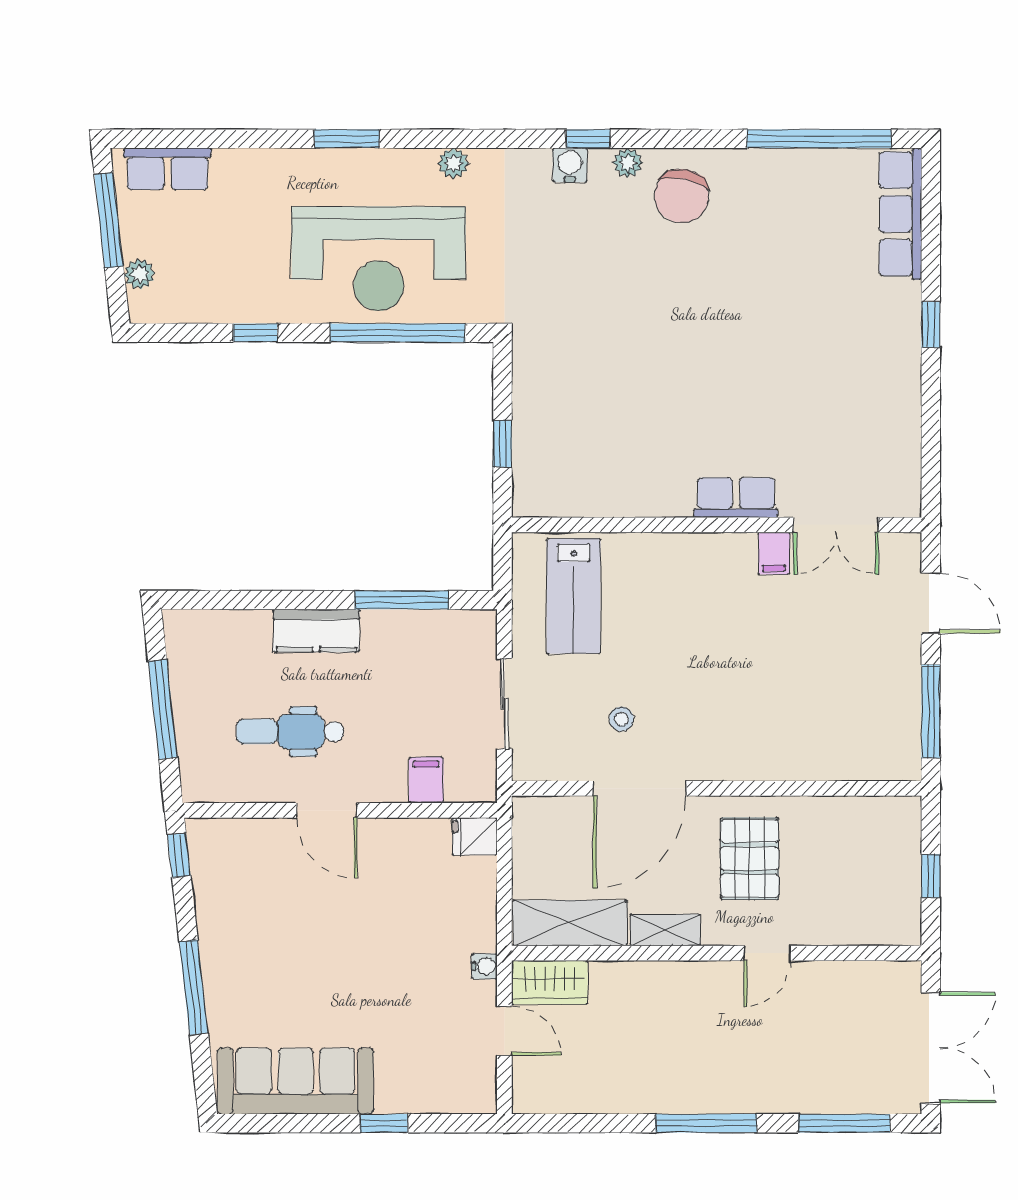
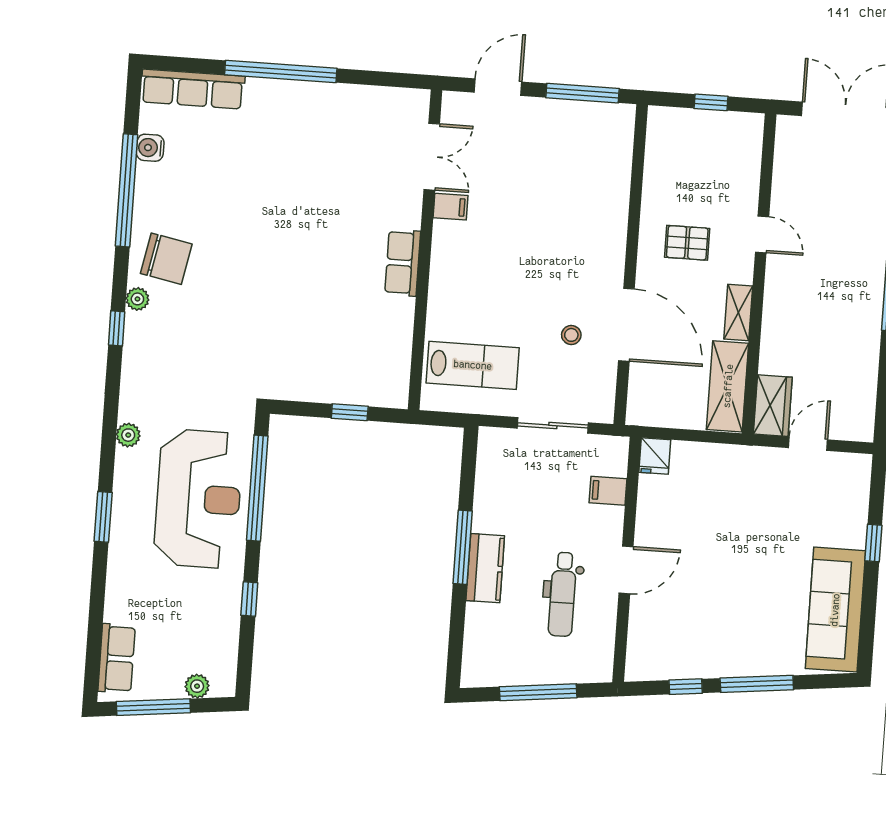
window: (819, 139) -> (127, 190), moved
water cooler: (570, 165) -> (150, 148), moved
window: (931, 325) -> (281, 72), width x3.17
row of seats: (736, 498) -> (403, 263), moved
window: (402, 600) -> (463, 547), moved
window: (179, 855) -> (686, 687), moved
pallet: (750, 858) -> (687, 243), width x0.67, depth x0.71
water cooler: (484, 966) -> (757, 456), removed

